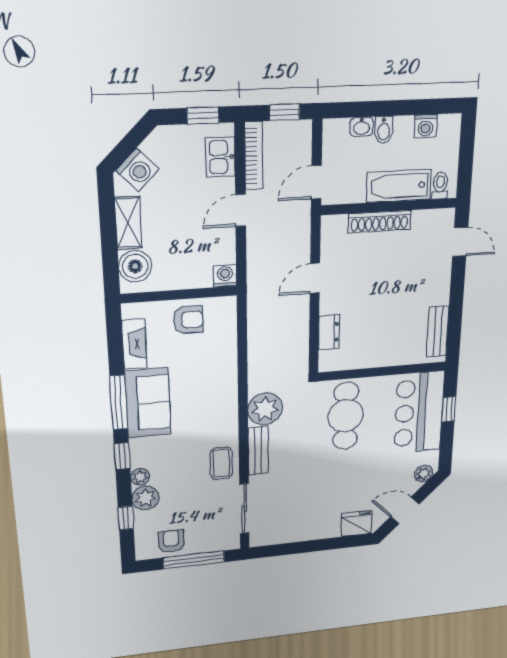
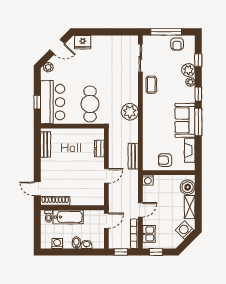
shoe rack: (379, 221) -> (55, 201), moved
bench: (258, 451) -> (133, 156), moved

